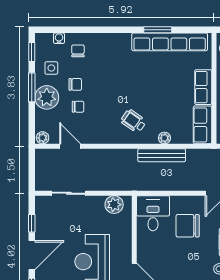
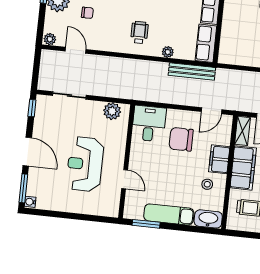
wheelchair: (133, 121) -> (139, 32), turned 55
bench: (162, 155) -> (192, 71), moved
window: (32, 223) -> (32, 108), moved
door: (32, 255) -> (27, 152), hinge flipped

